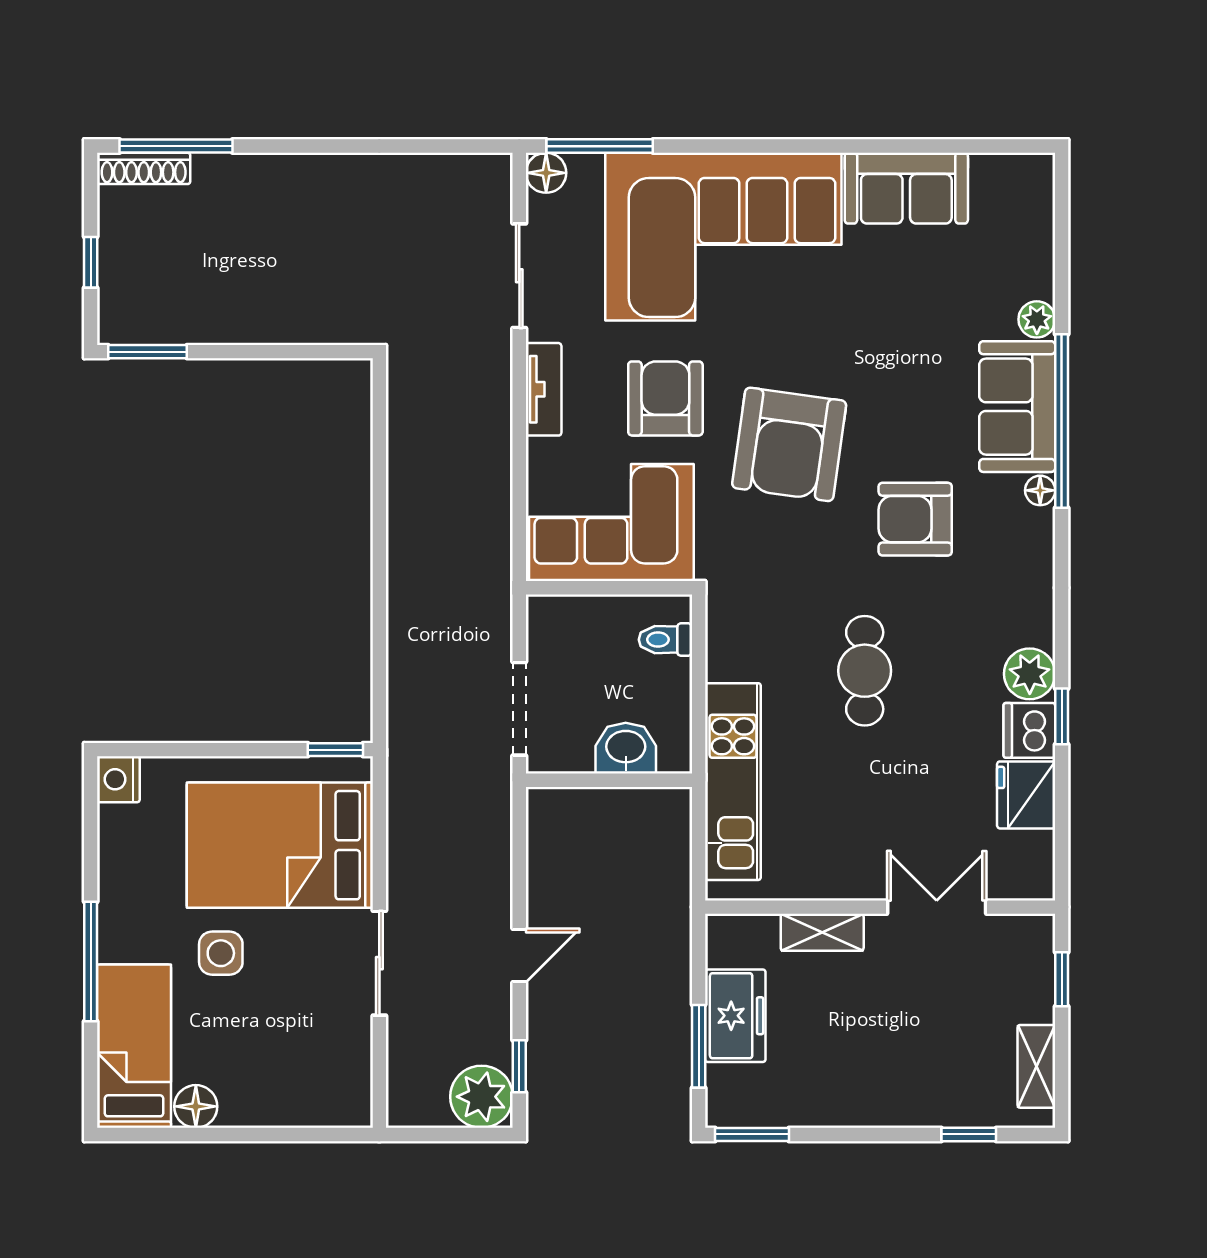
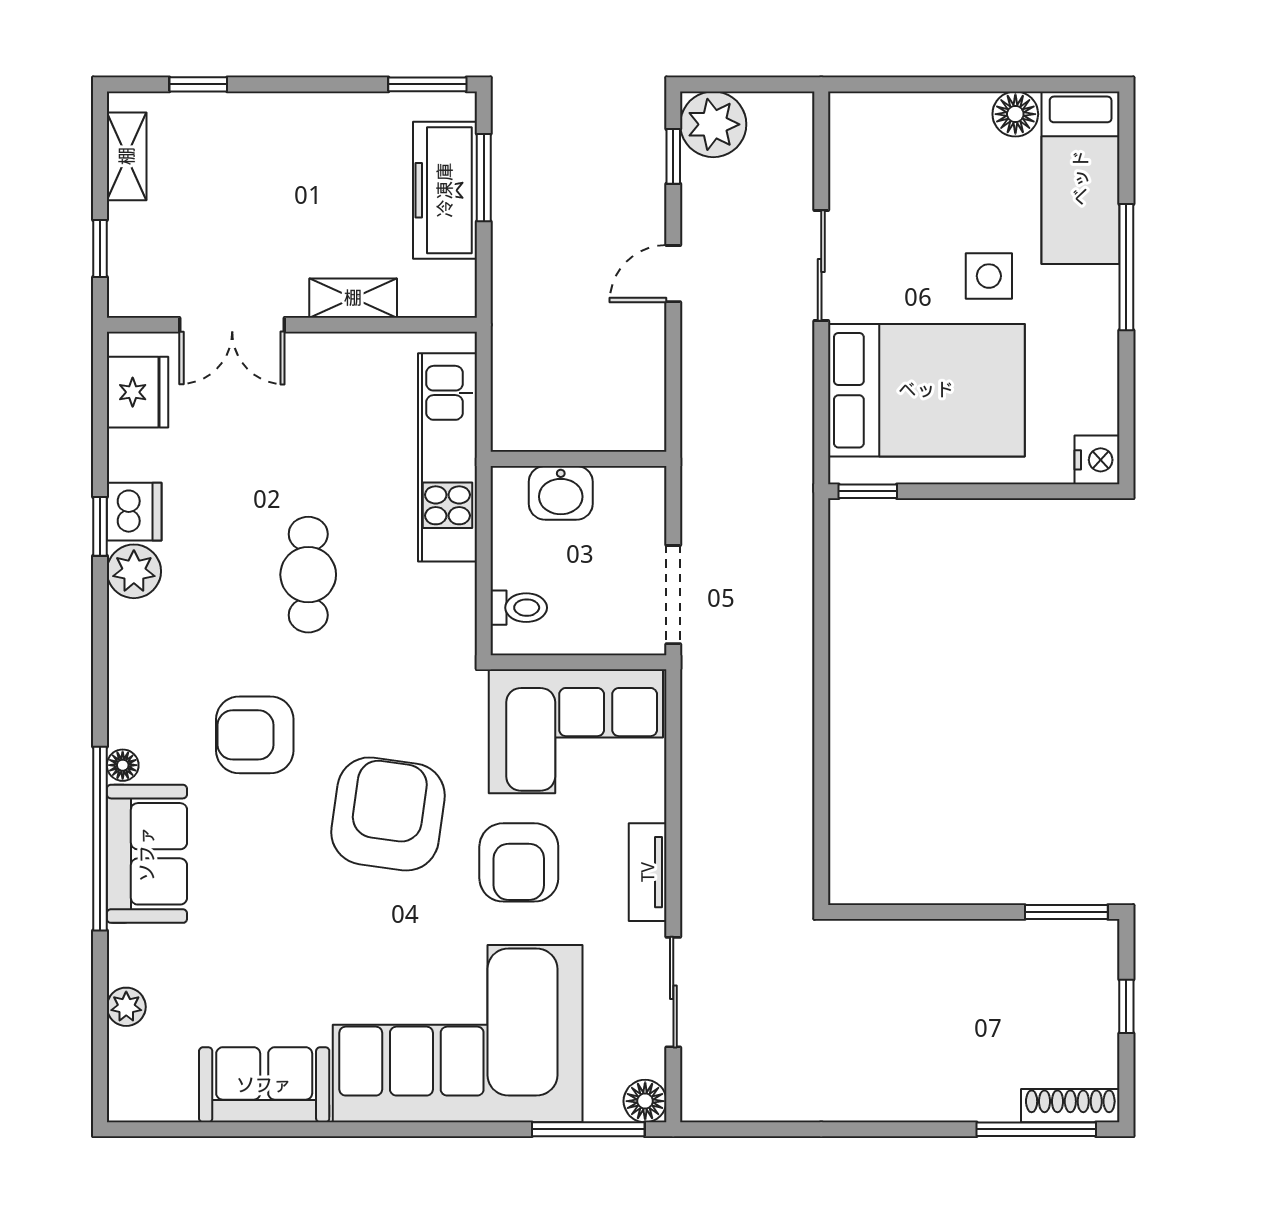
plant: (1037, 319) -> (126, 1007), moved
armchair: (915, 519) -> (255, 735), turned 180
doorway: (519, 709) -> (673, 595), moved
fridge: (1026, 795) -> (138, 392), moved
freezer: (735, 1016) -> (445, 190), width x1.40

